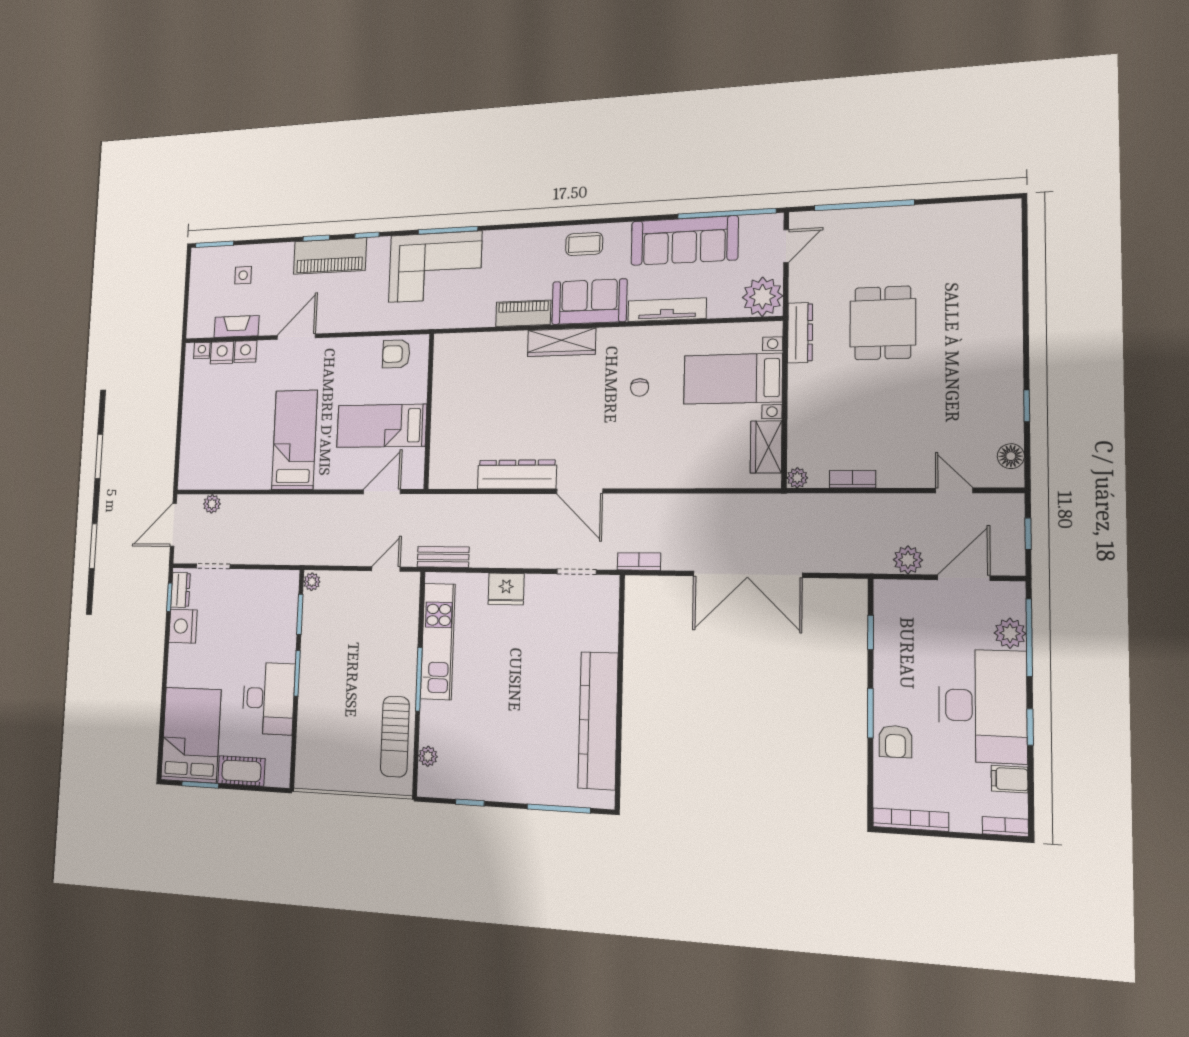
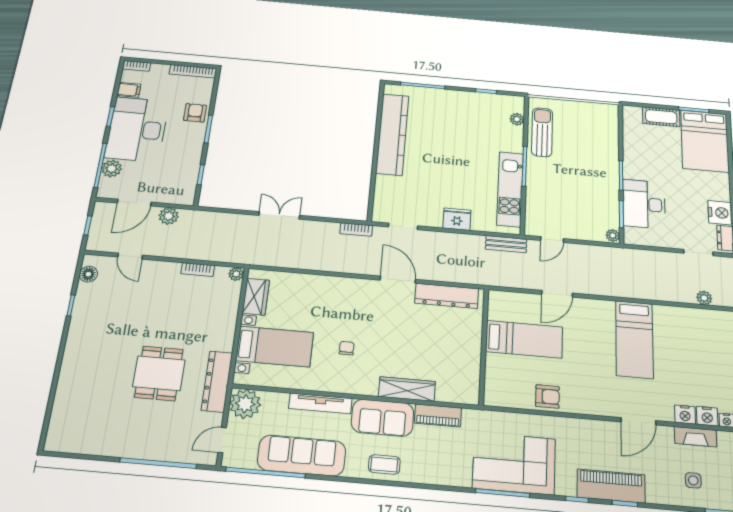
dresser: (800, 333) -> (217, 381), width x1.37, depth x1.24
wall: (429, 411) -> (484, 346), moved
bed: (382, 426) -> (524, 339), moved
double door: (747, 574) -> (279, 215), width x0.54
desk: (268, 698) -> (644, 204), moved

